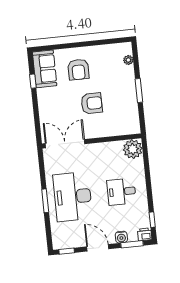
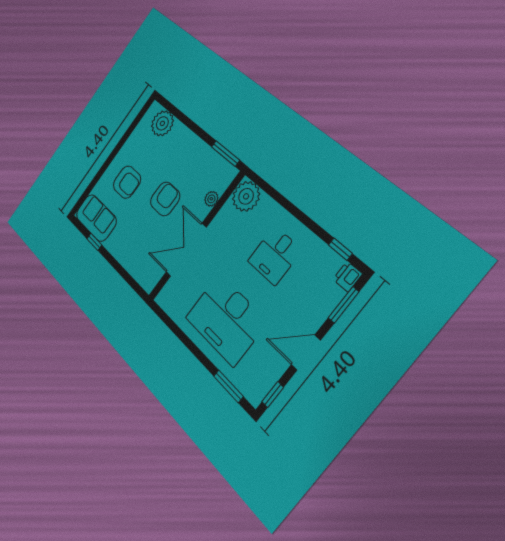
plant: (128, 60) -> (162, 123), width x1.87, depth x1.87
window: (139, 90) -> (226, 154), moved
plant: (115, 131) -> (211, 199), added
double door: (65, 144) -> (186, 250), moved
window: (45, 201) -> (228, 386), moved
water cooler: (121, 237) -> (322, 309), removed

